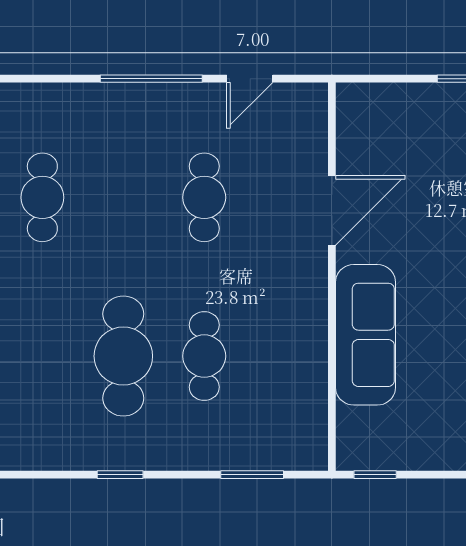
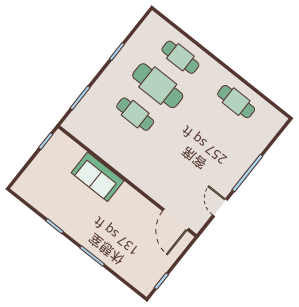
cafe table: (204, 197) -> (180, 57), moved
door: (332, 210) -> (176, 220), moved
sofa: (366, 335) -> (98, 177), width x0.73

